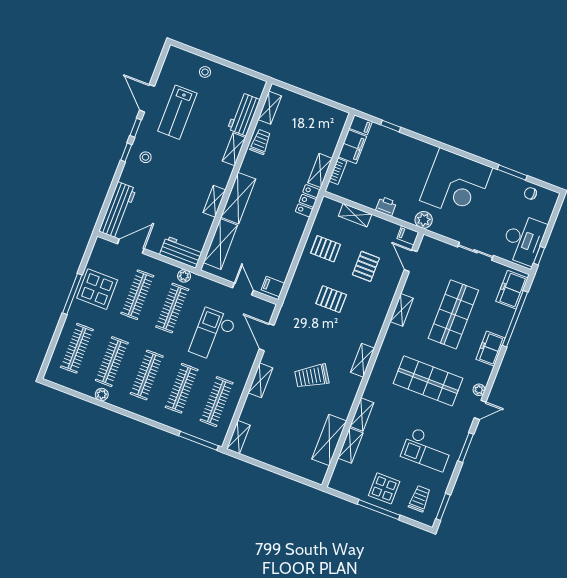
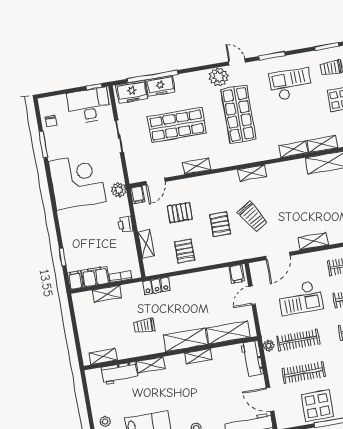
trolley: (261, 142) -> (144, 326), moved
shelving: (320, 171) -> (107, 294), moved
freezer: (490, 349) -> (161, 86), moved
trolley: (312, 376) -> (253, 217), moved
plant: (479, 390) -> (219, 77), width x1.88, depth x1.88
checkout: (427, 449) -> (291, 84), turned -90

